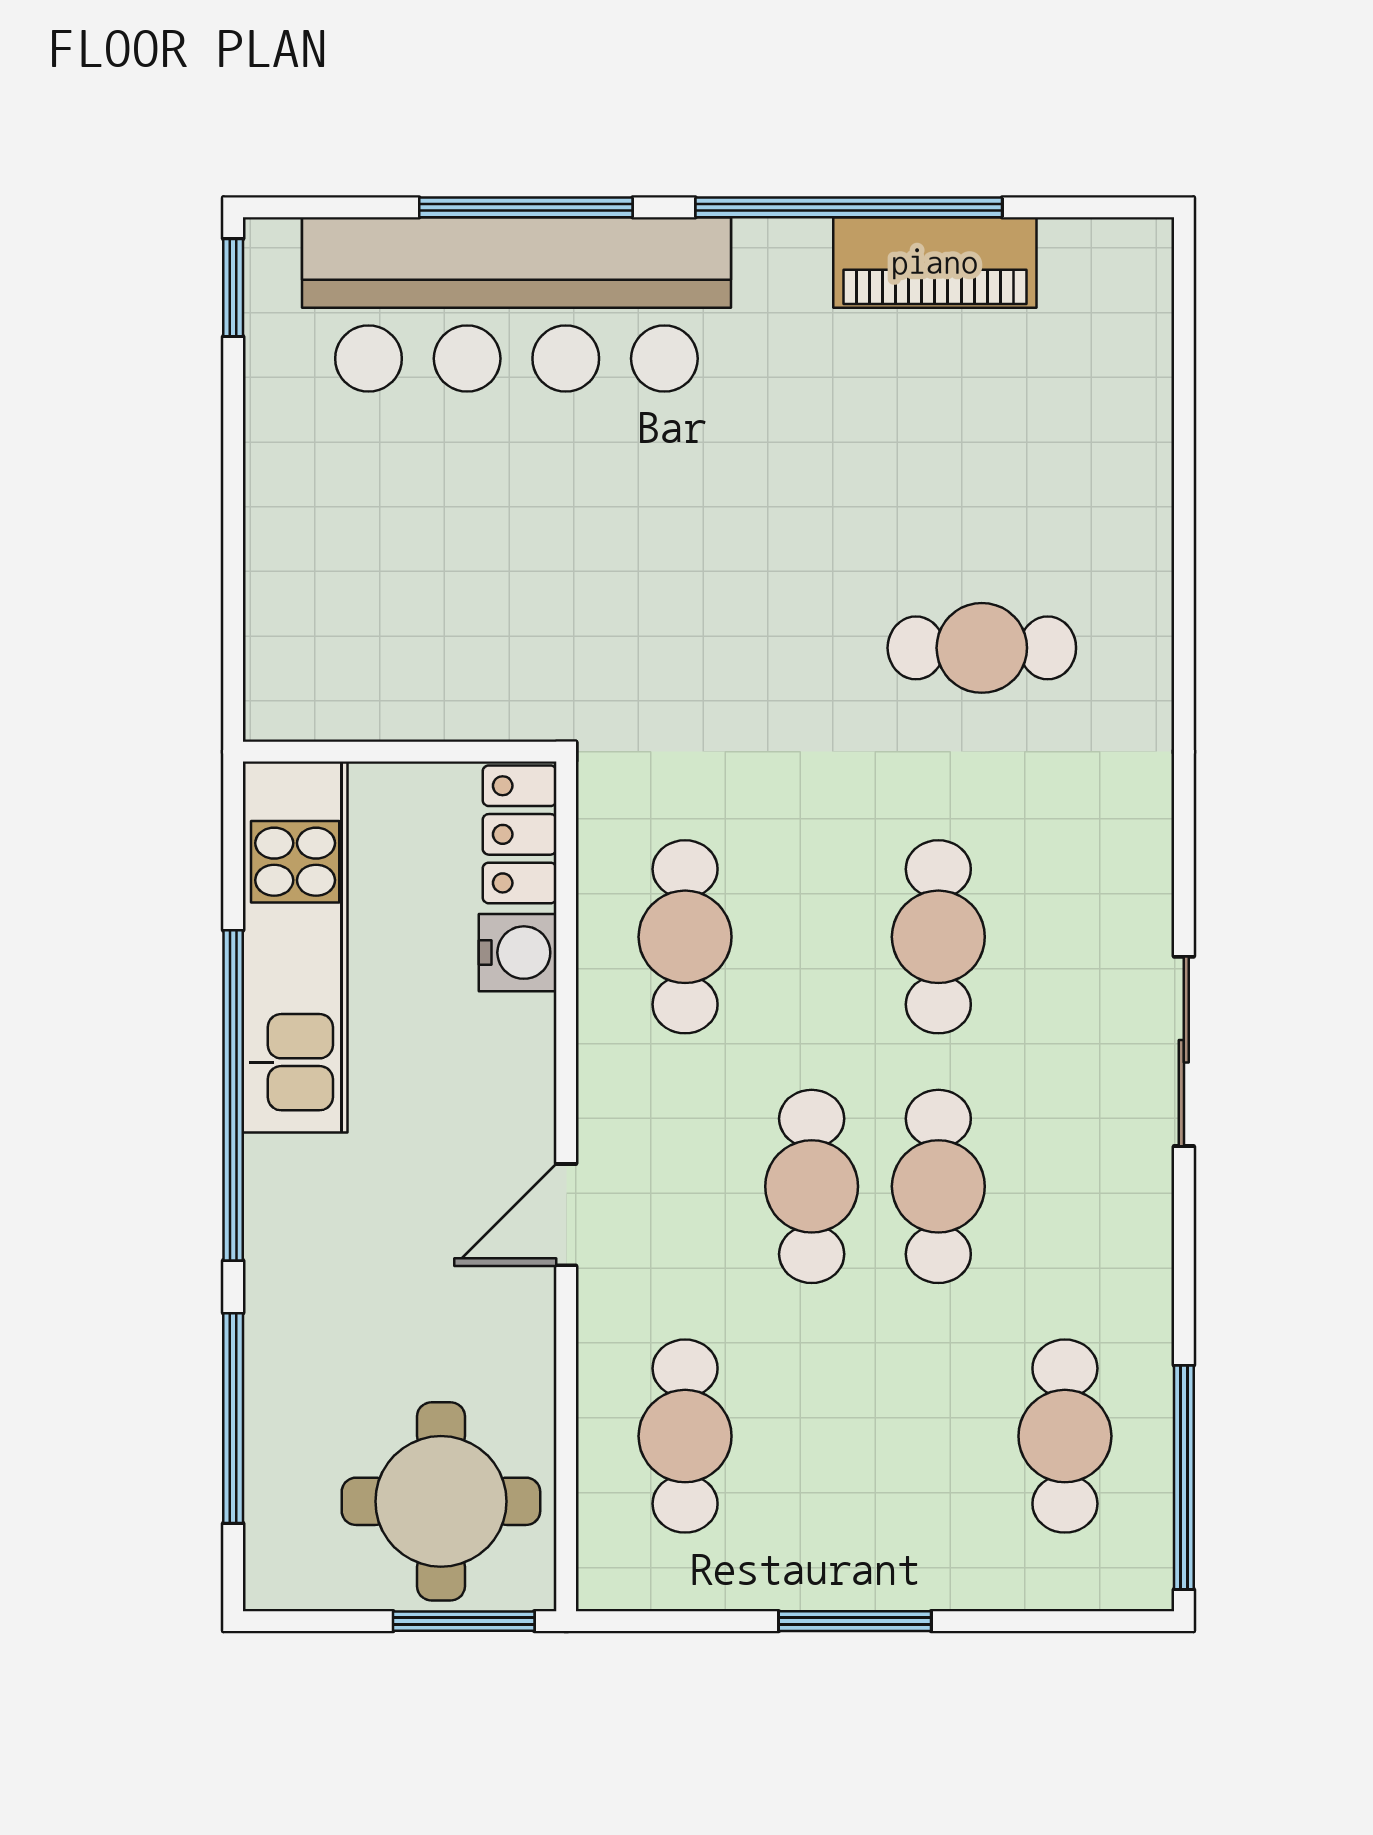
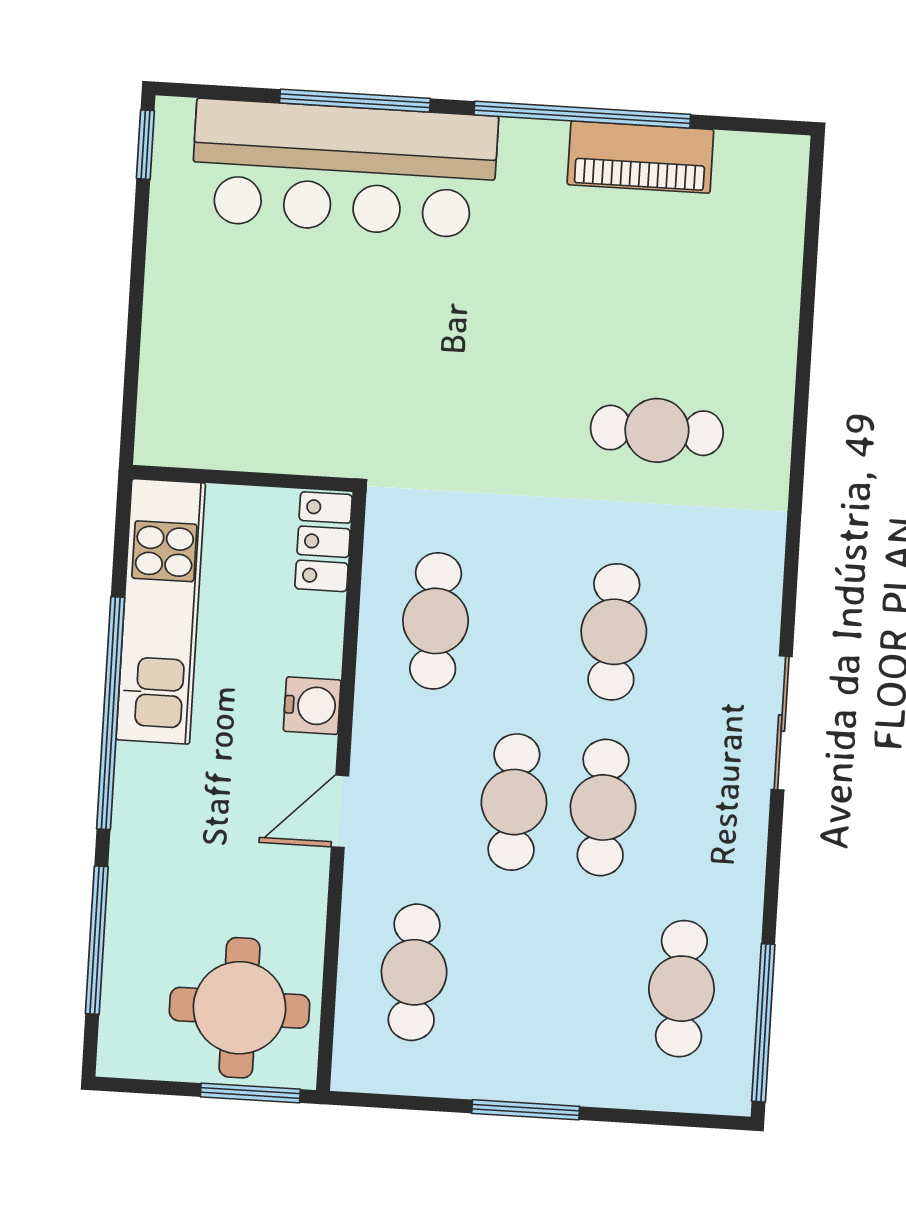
water cooler: (518, 953) -> (312, 706), moved

